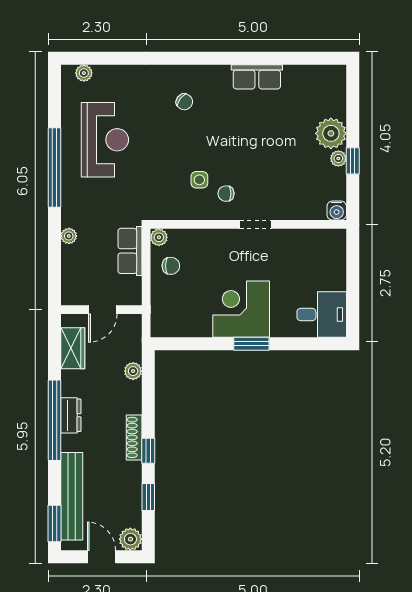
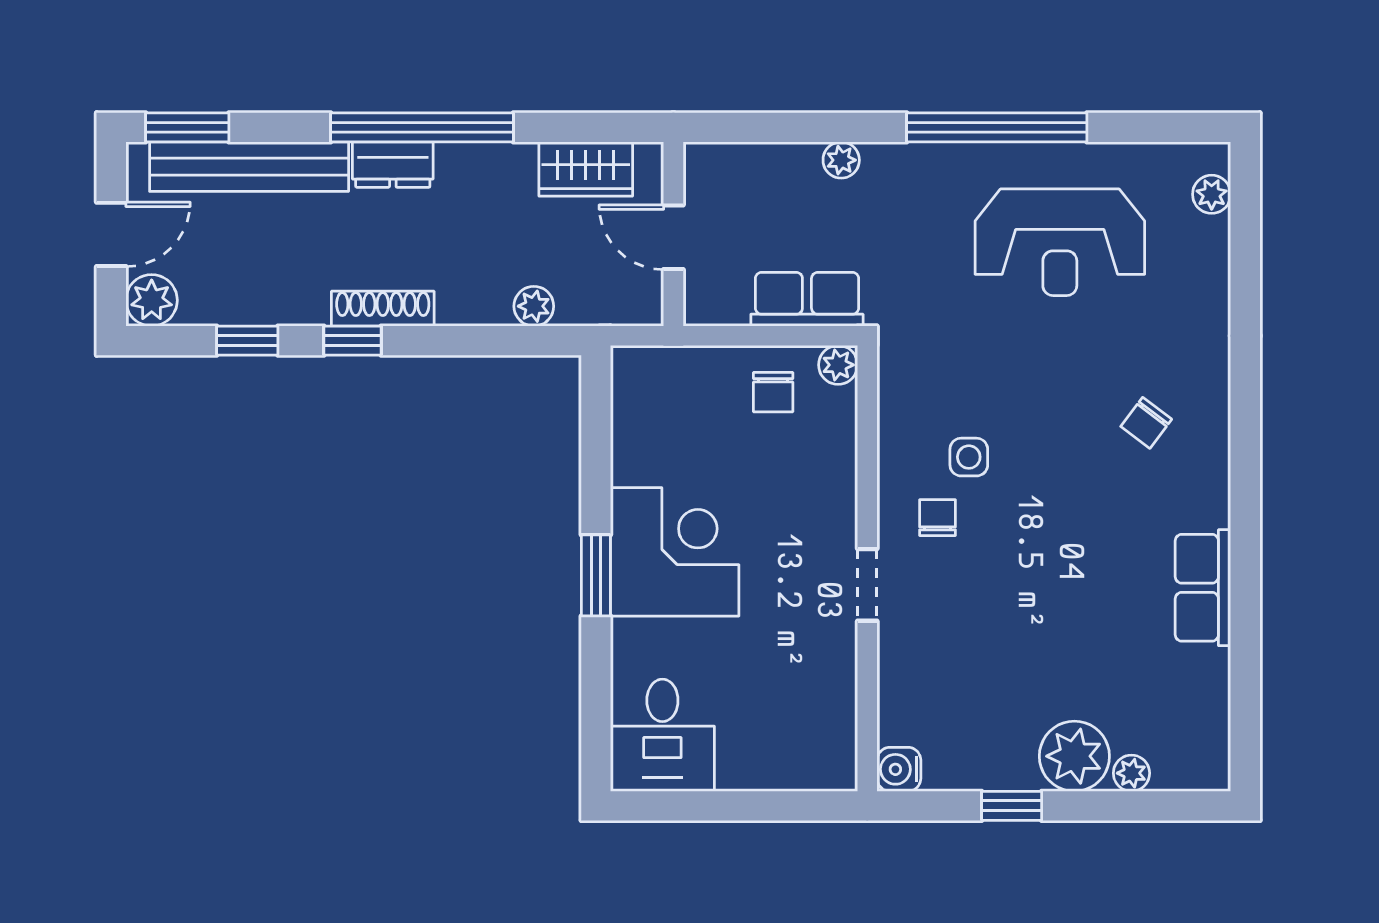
plant: (338, 158) -> (1131, 773), moved
dresser: (71, 415) -> (393, 165), moved

